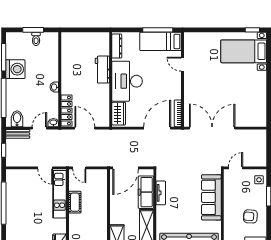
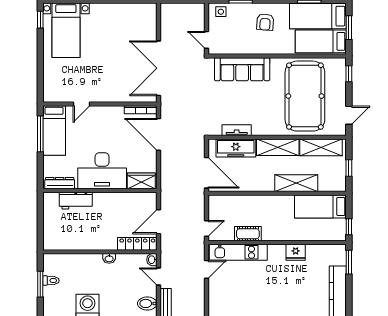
workbench: (102, 70) -> (76, 201), moved

